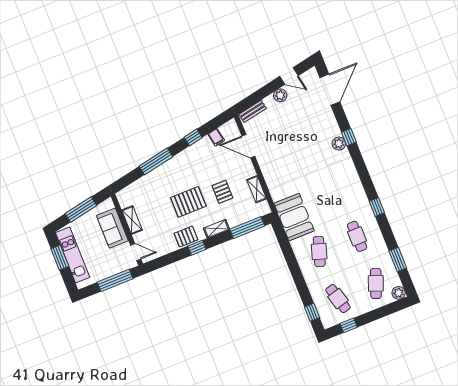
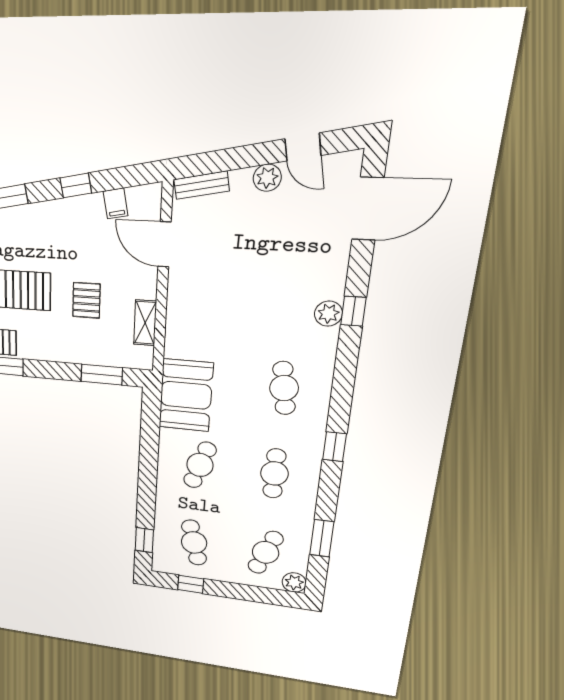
cafe table: (338, 189) -> (284, 388), added
window: (247, 228) -> (102, 375), width x0.69
shelving: (216, 229) -> (52, 353), removed

